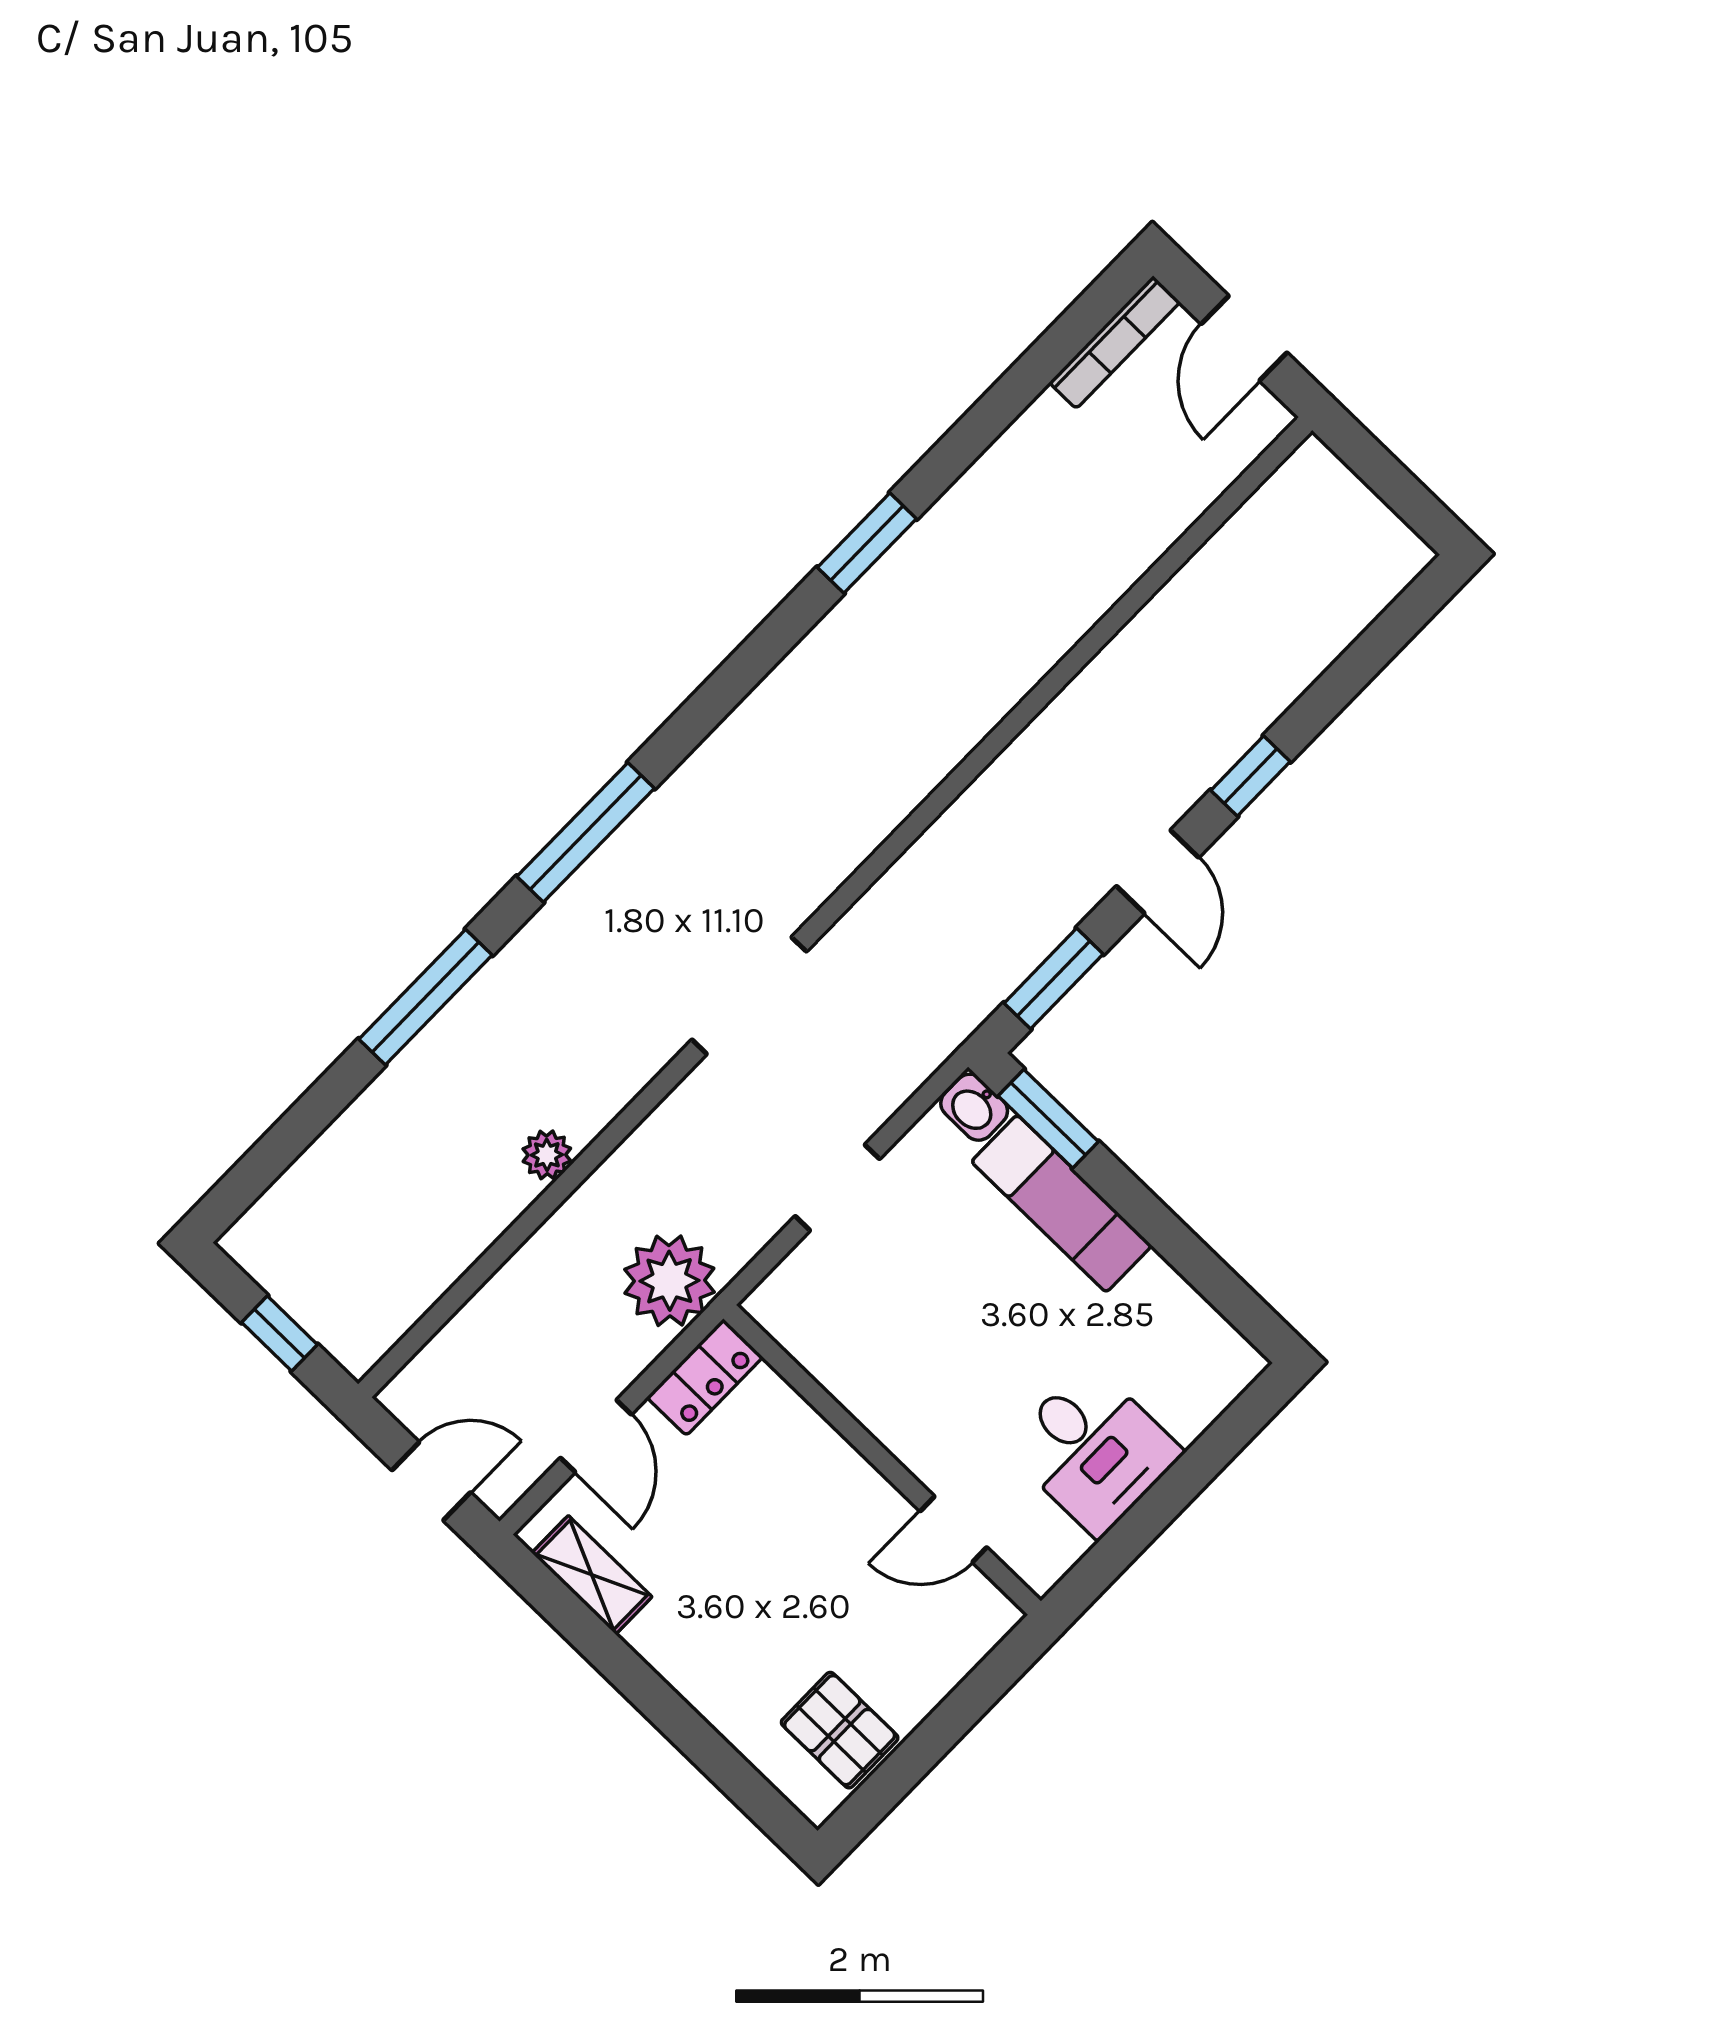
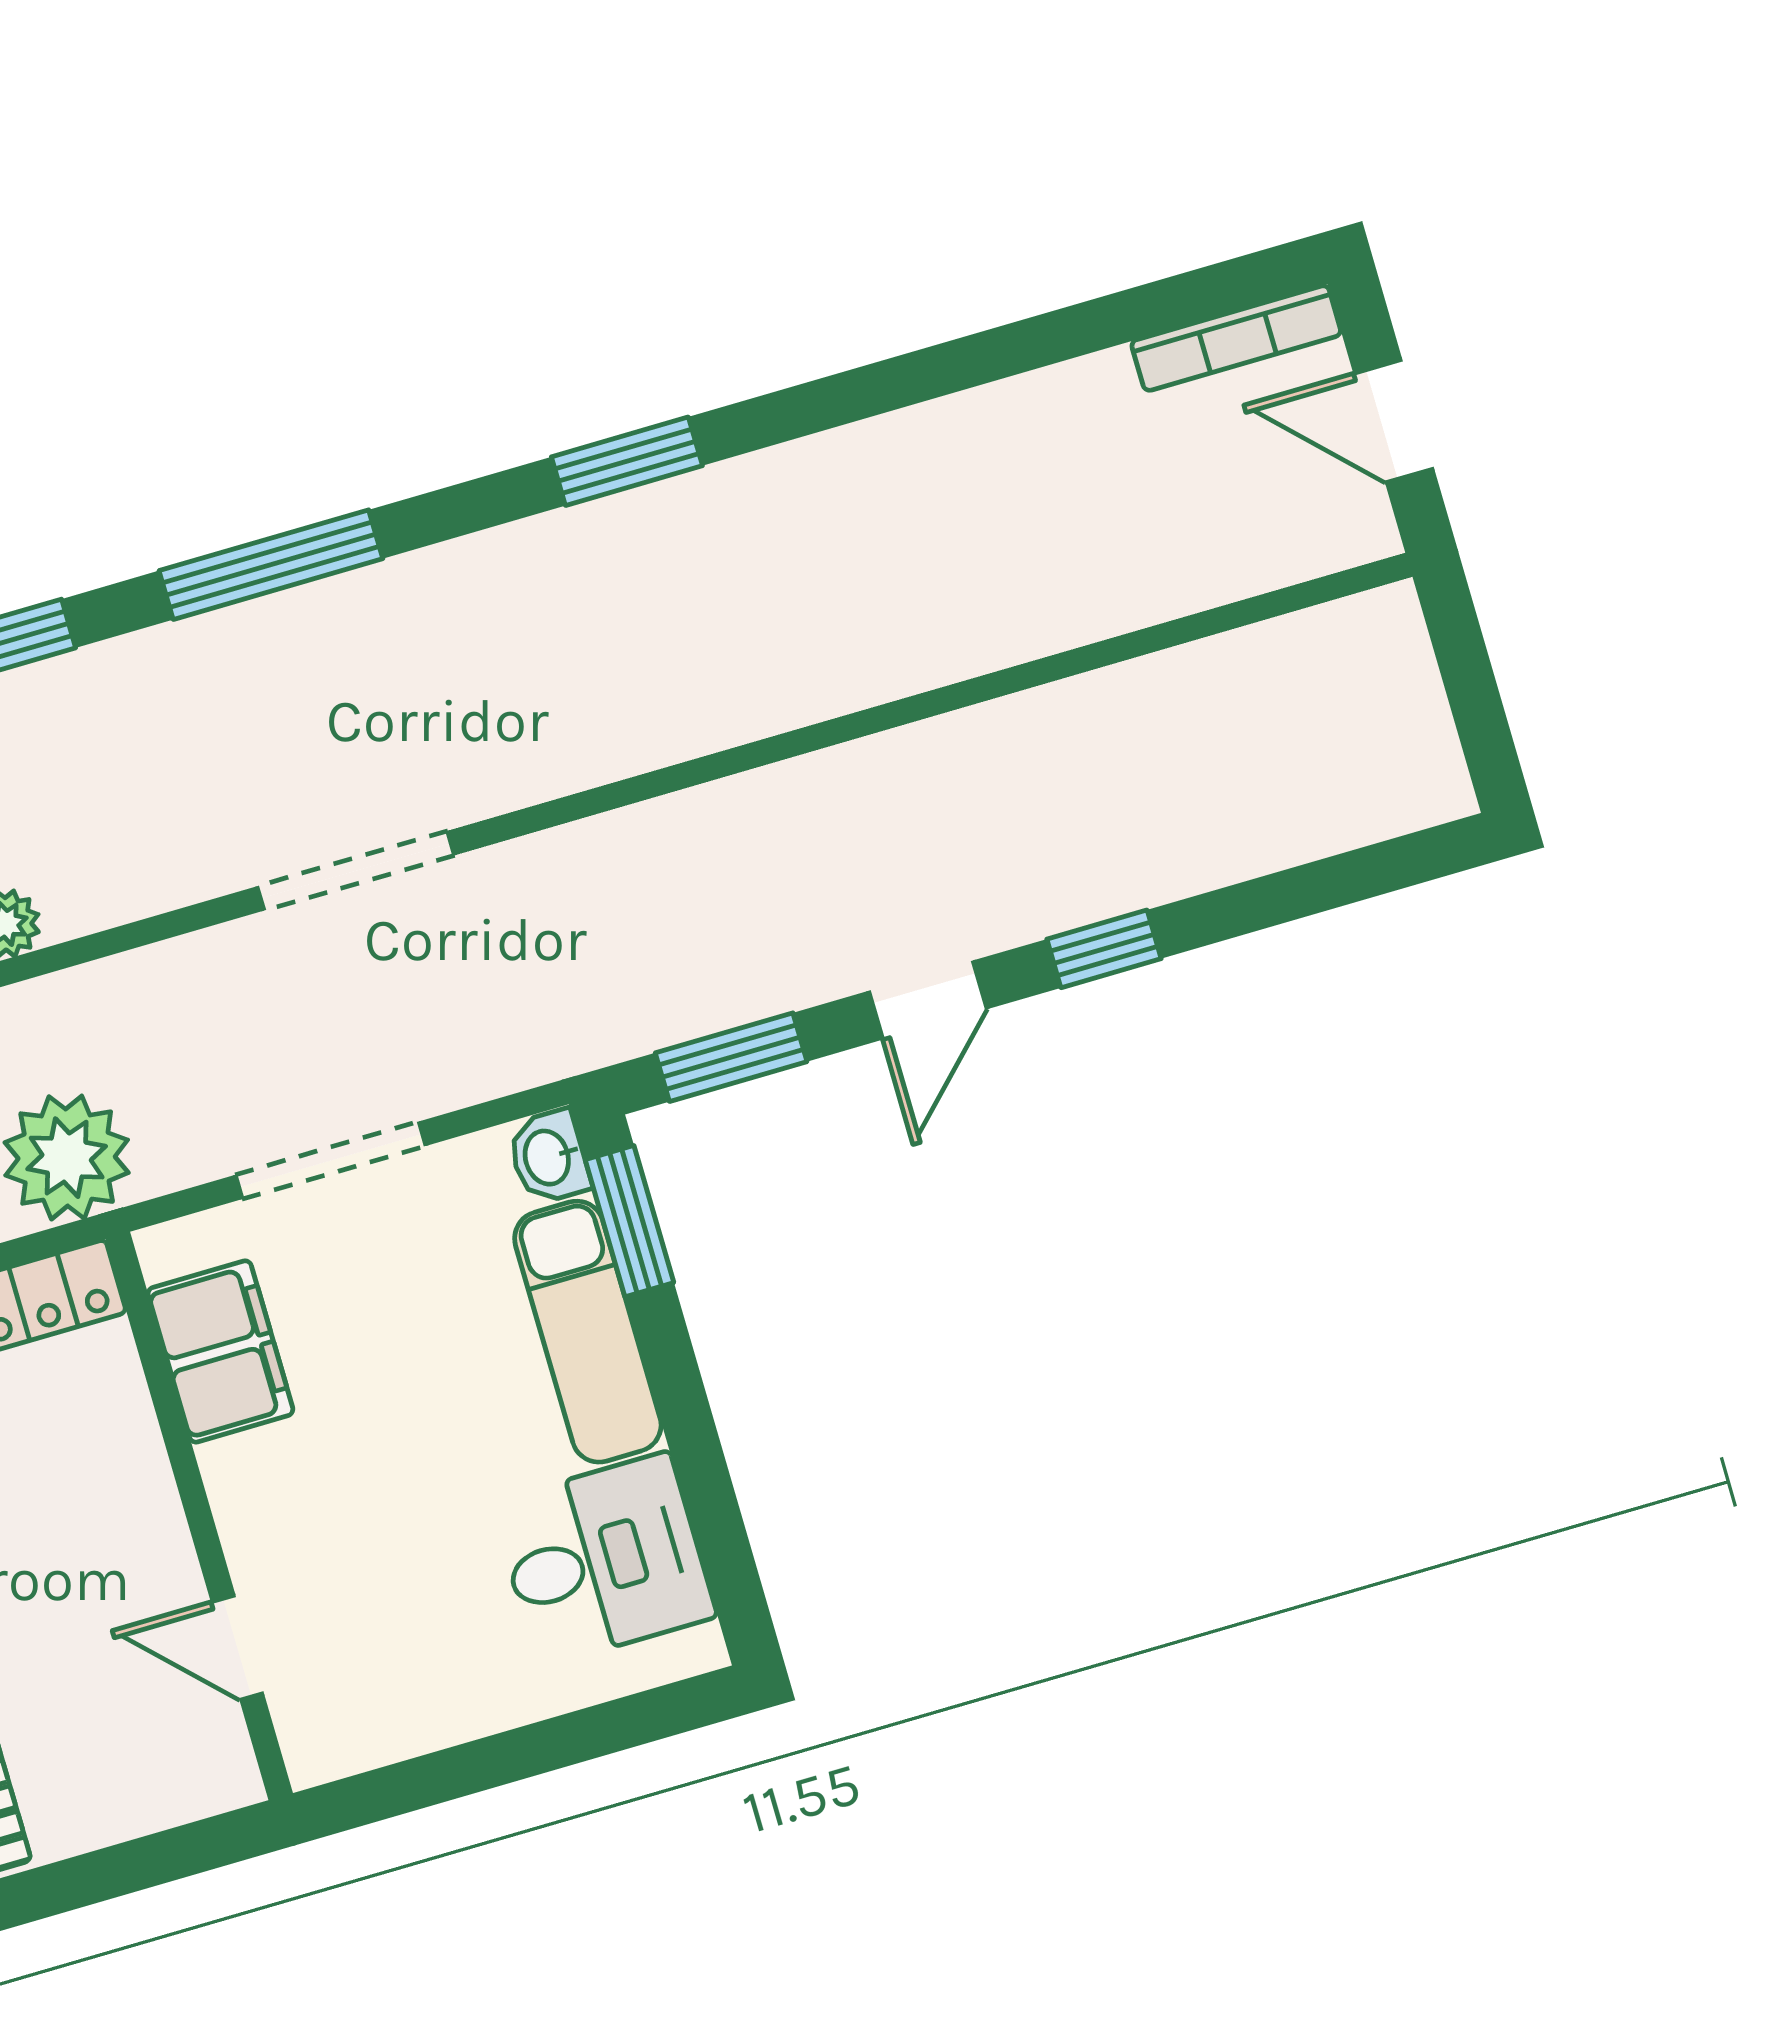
door: (1244, 338) -> (1394, 421), hinge flipped
window: (867, 543) -> (627, 461), moved
doorway: (837, 1188) -> (331, 1160), width x1.38
filing cabinet: (836, 1348) -> (220, 1351), added
desk: (1093, 1450) -> (604, 1559), moved, turned -90

